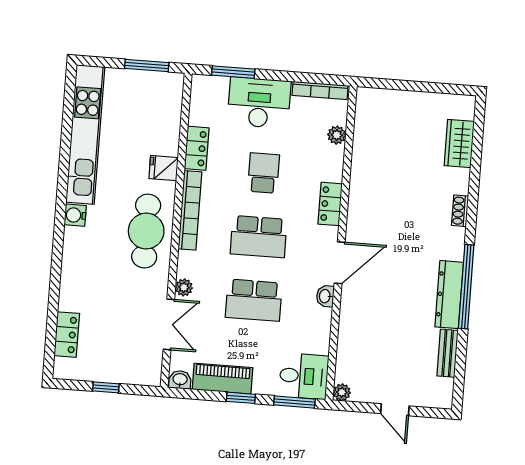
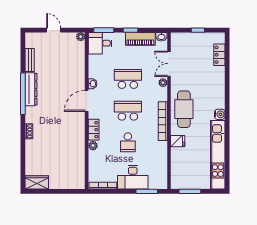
plant: (337, 135) -> (93, 146), moved
wardrobe: (459, 144) -> (37, 182), moved, turned -90
locker: (197, 148) -> (162, 152), removed

